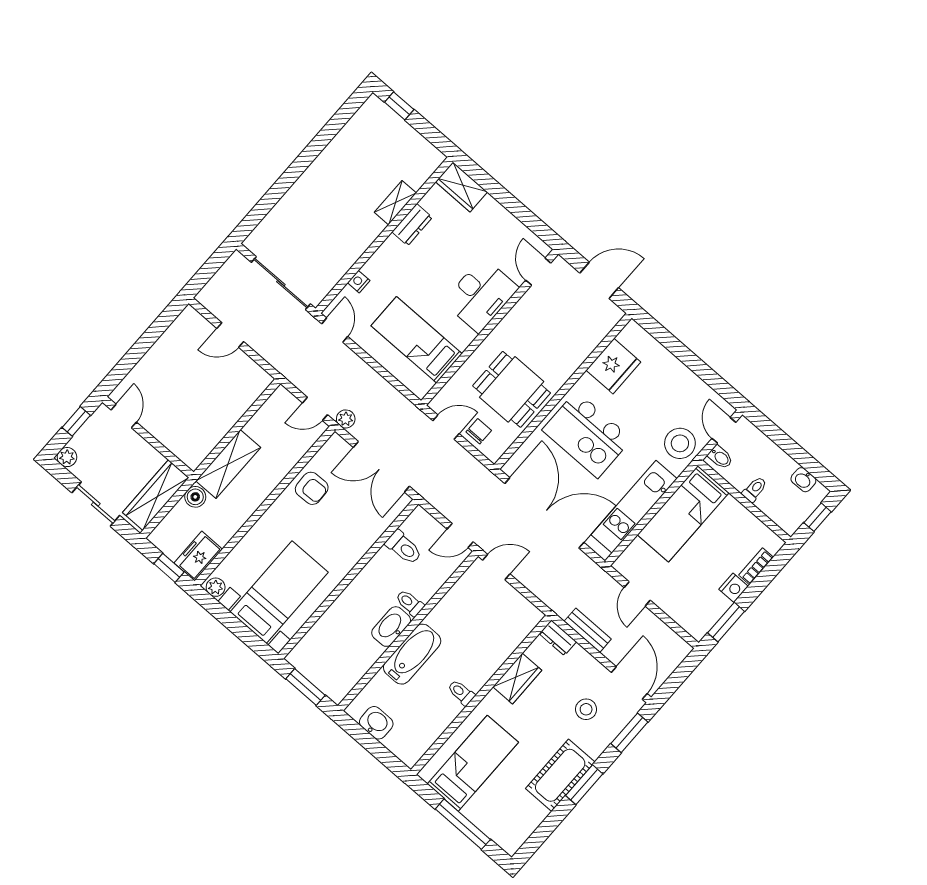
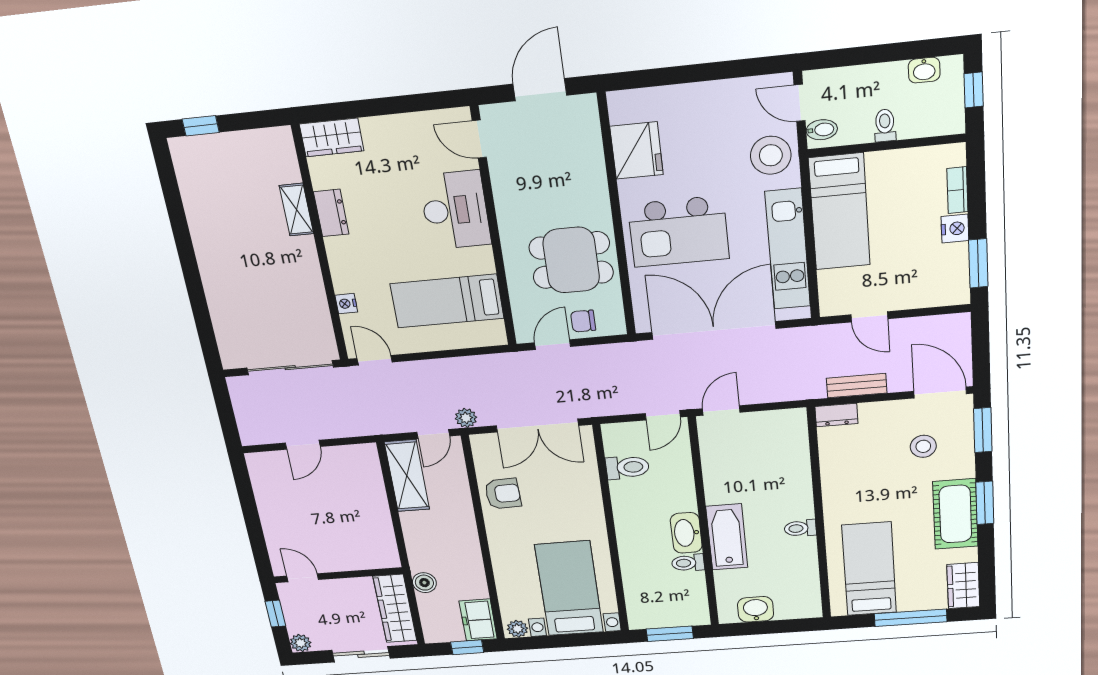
chair: (479, 431) -> (583, 321), turned -90
shelving: (228, 464) -> (407, 476), moved
toilet: (410, 603) -> (688, 563), moved
wardrobe: (517, 678) -> (963, 586), moved, turned 180

